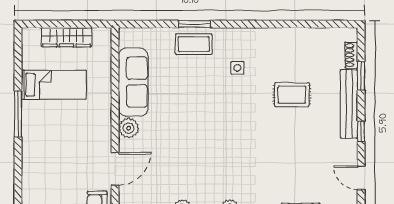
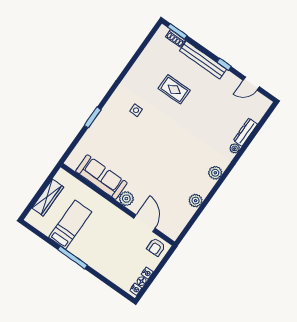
coffee table: (194, 44) -> (104, 126), removed
window: (361, 76) -> (177, 31), moved
rug: (292, 95) -> (174, 90), turned 90

